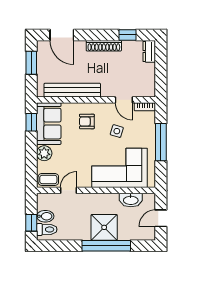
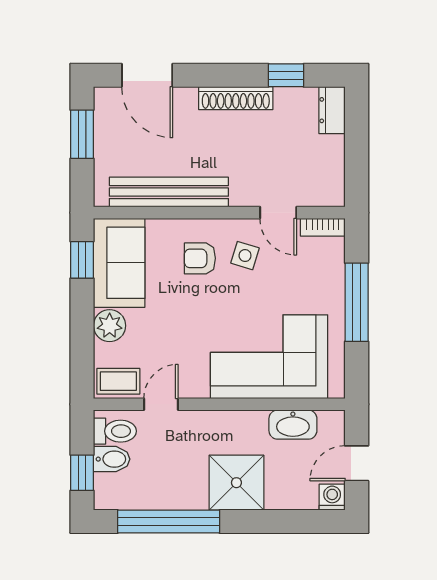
side table: (117, 131) -> (245, 256), moved
toilet: (47, 229) -> (115, 431), moved
washing machine: (149, 234) -> (332, 497), added
window: (106, 246) -> (169, 521), moved

